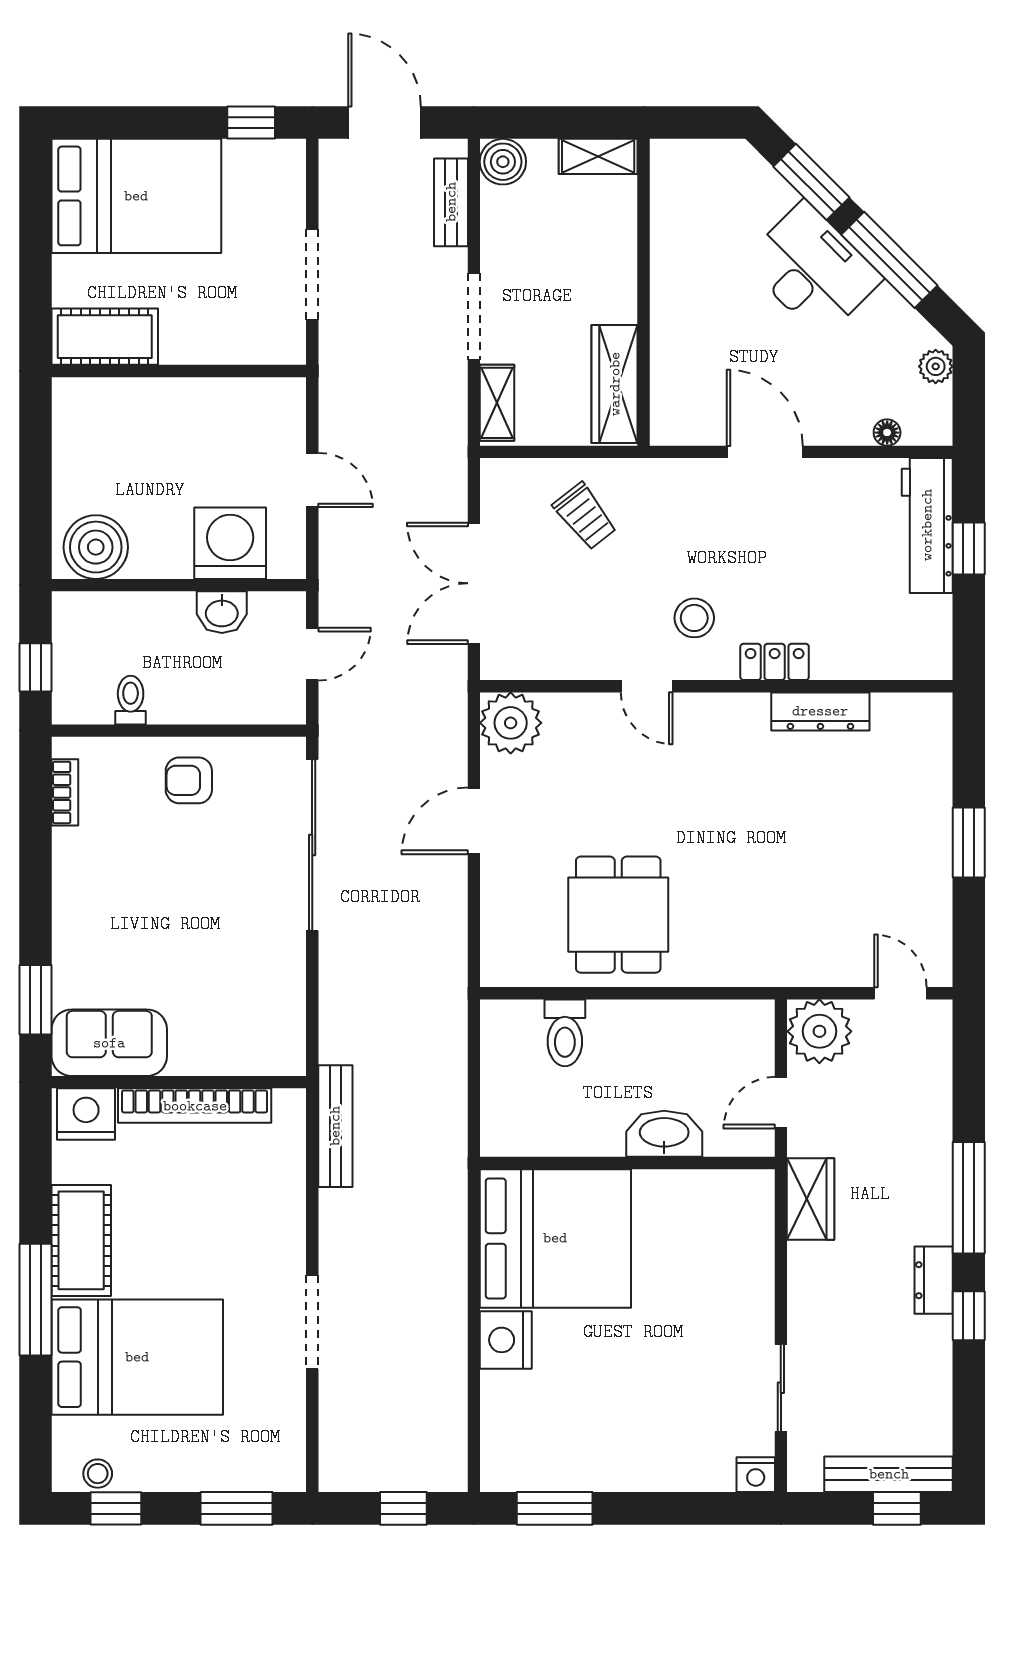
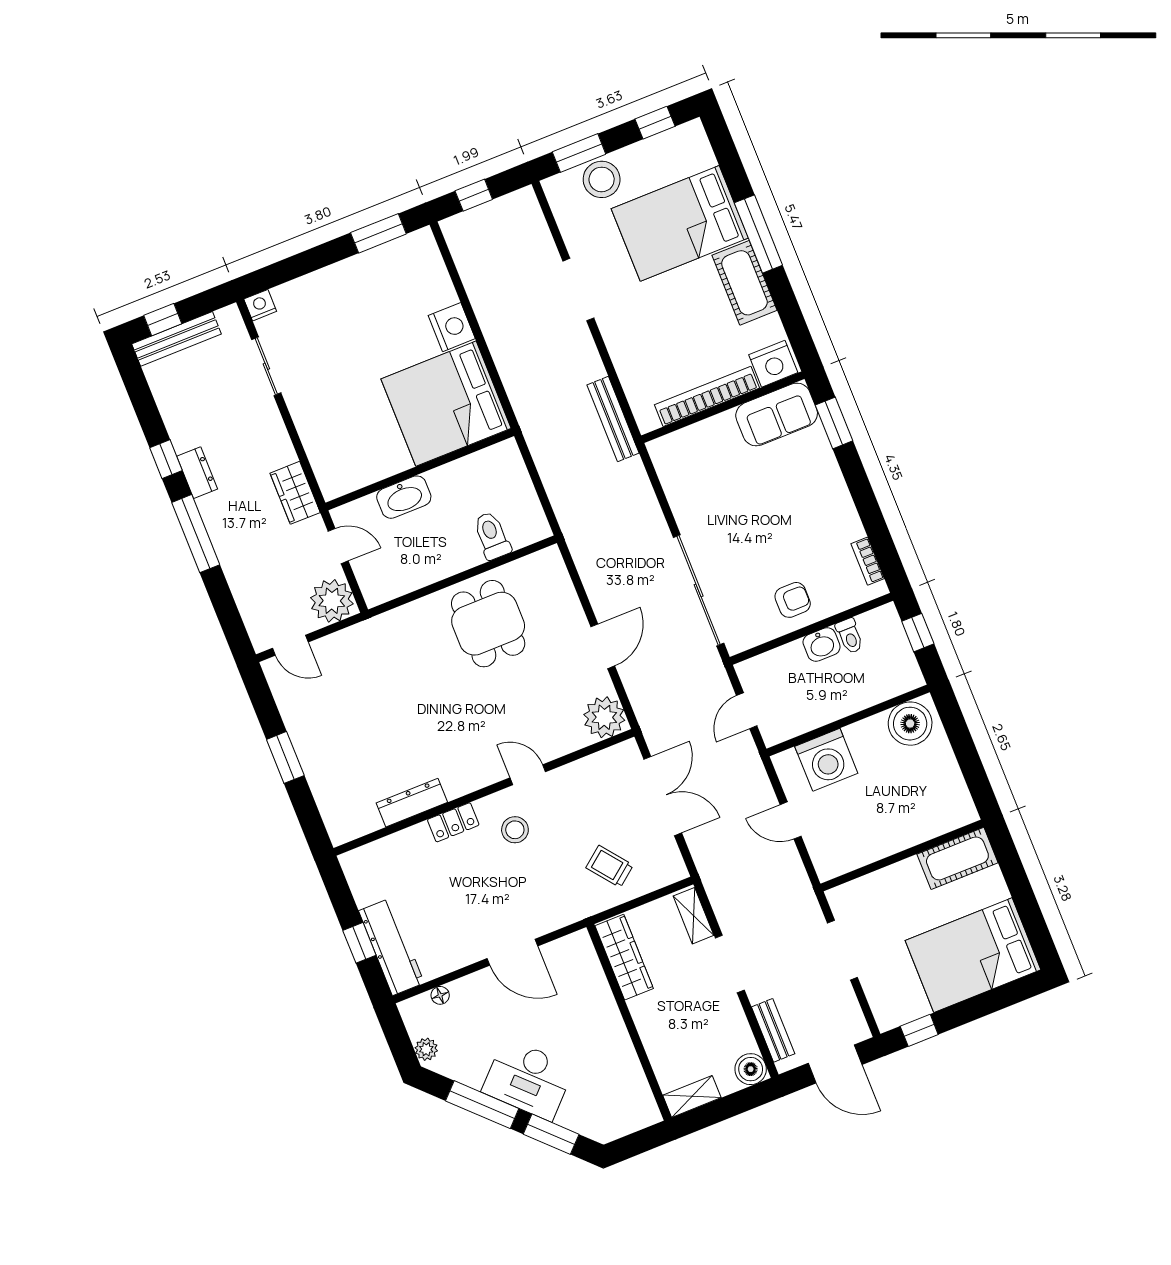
washbasin: (222, 612) -> (822, 645), moved, turned 180
door: (781, 1103) -> (338, 546), hinge flipped
stool: (98, 1474) -> (602, 179), moved, width x1.89, depth x1.89

